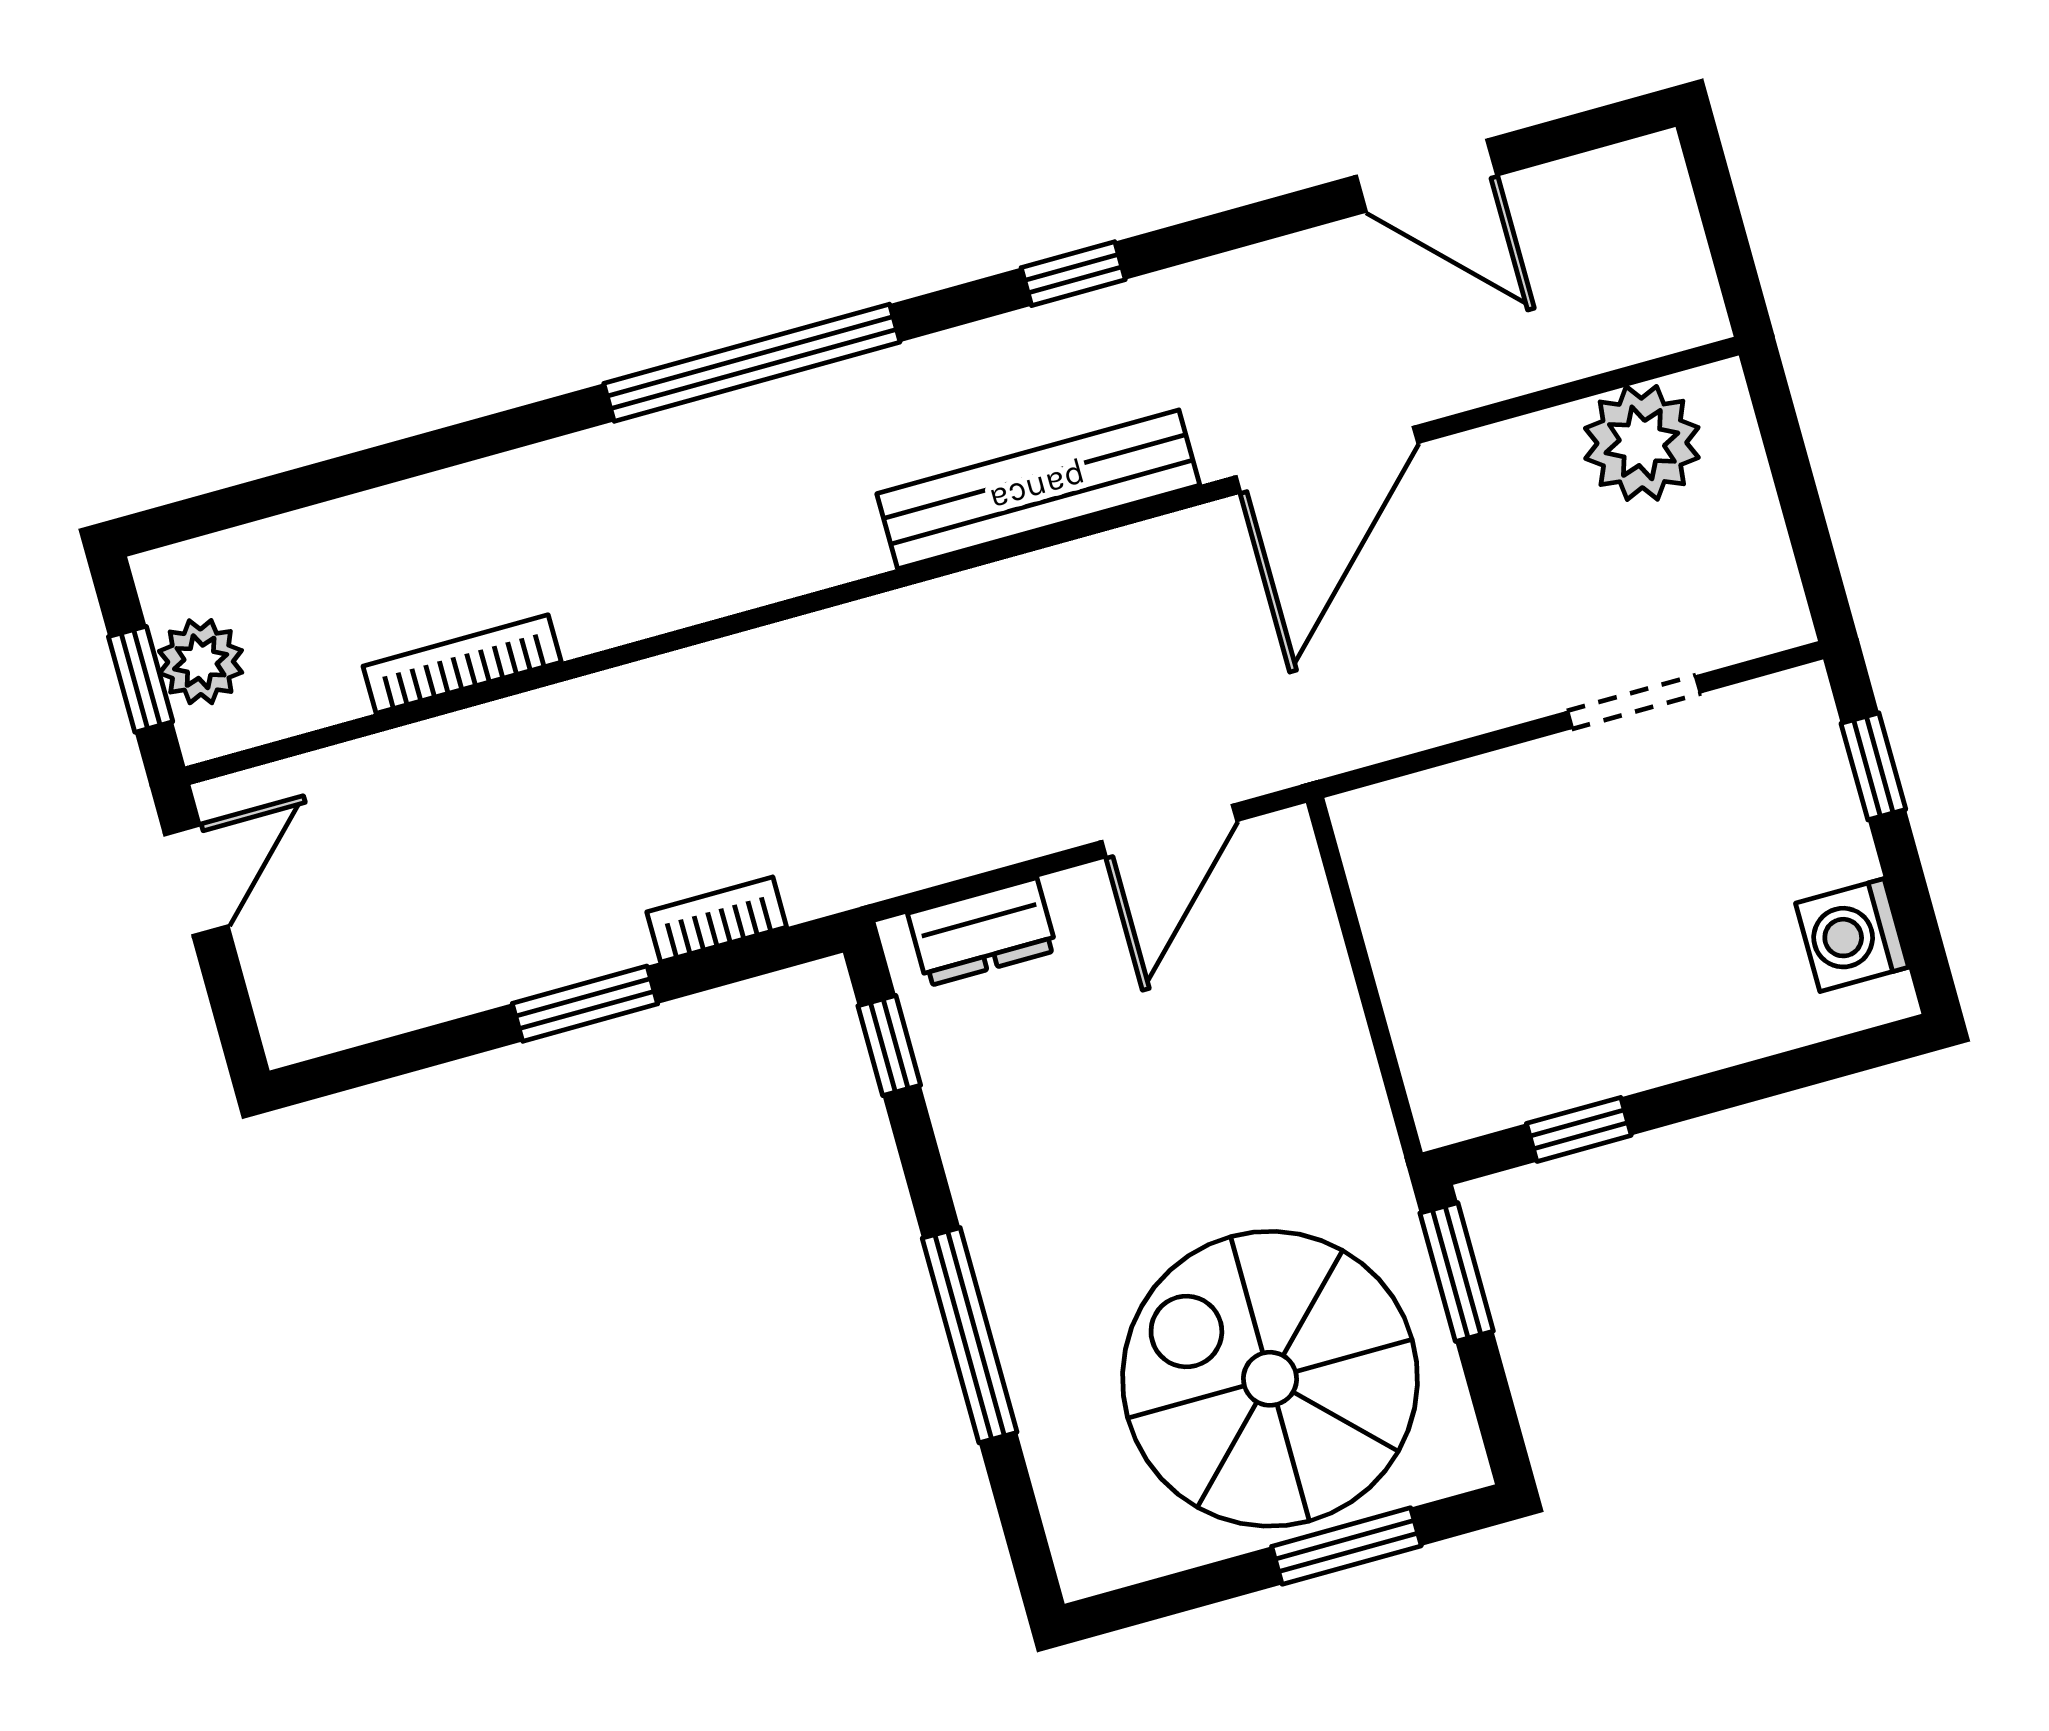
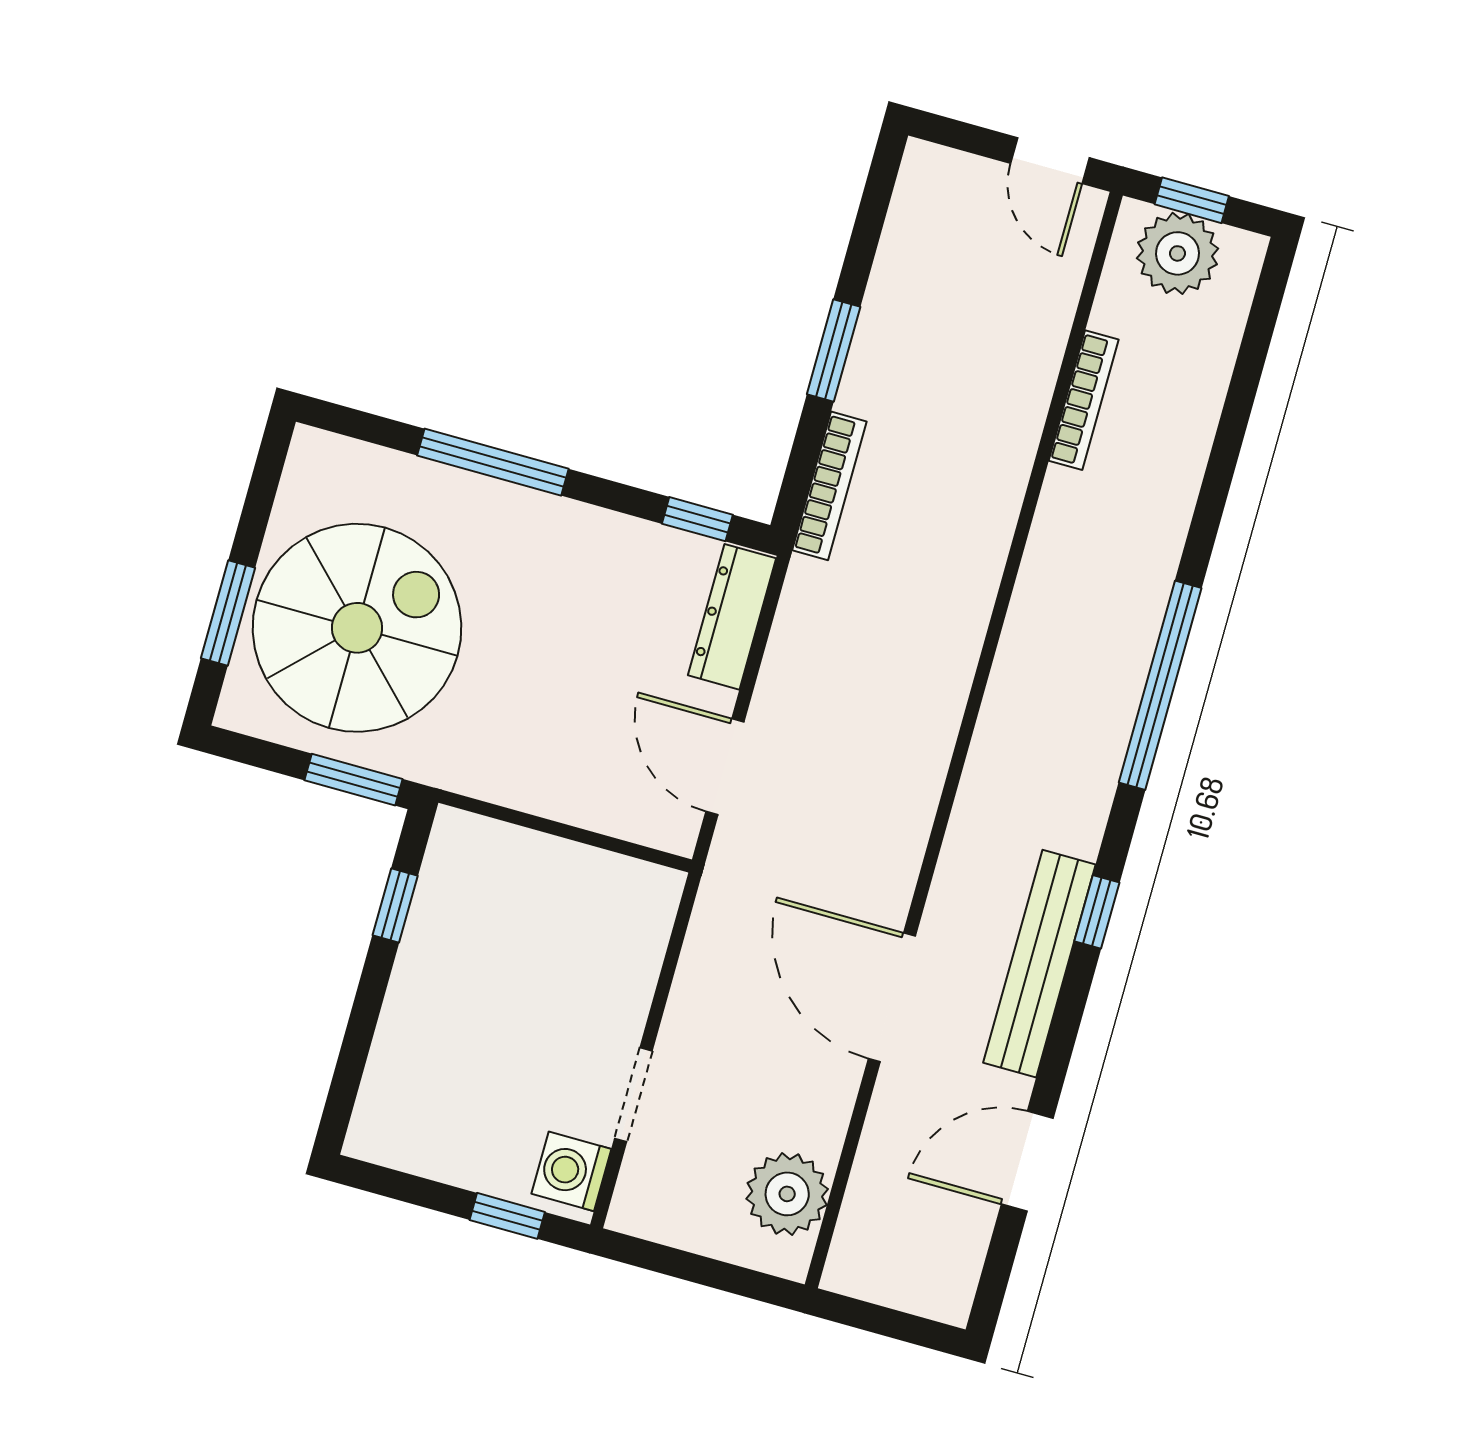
bench: (1038, 489) -> (1039, 964), moved
plant: (201, 662) -> (1178, 253), width x1.36, depth x1.36
bookcase: (717, 919) -> (829, 486), width x1.56
dresser: (982, 932) -> (732, 617), width x1.44
washing machine: (1852, 935) -> (571, 1171), moved, turned -90

